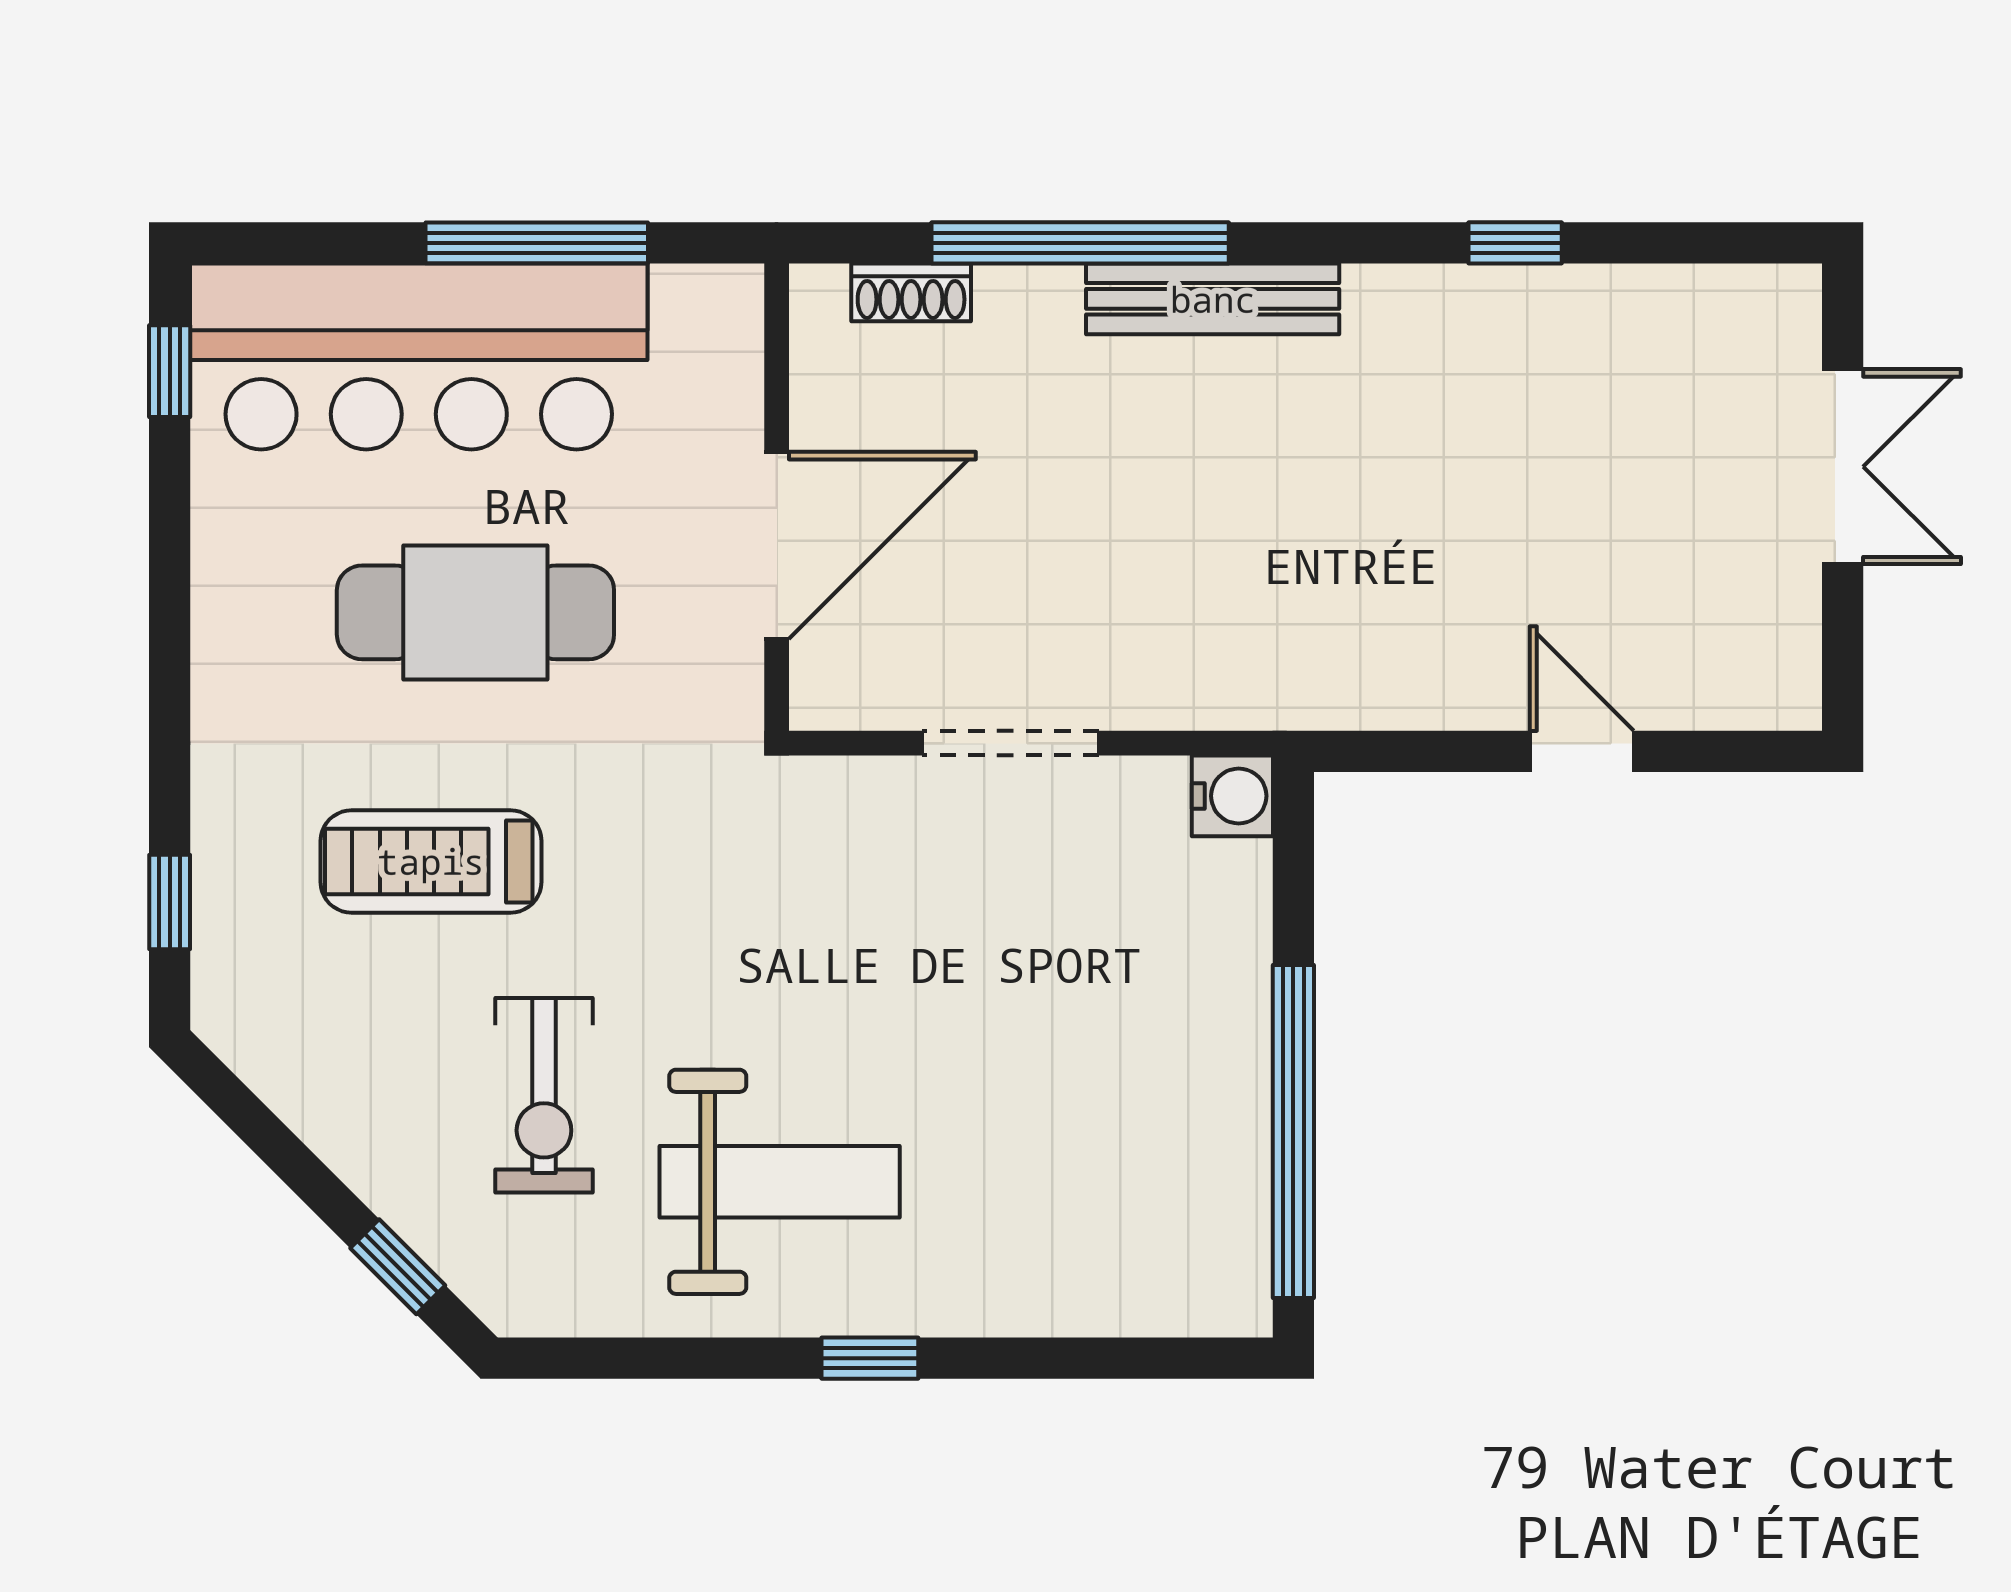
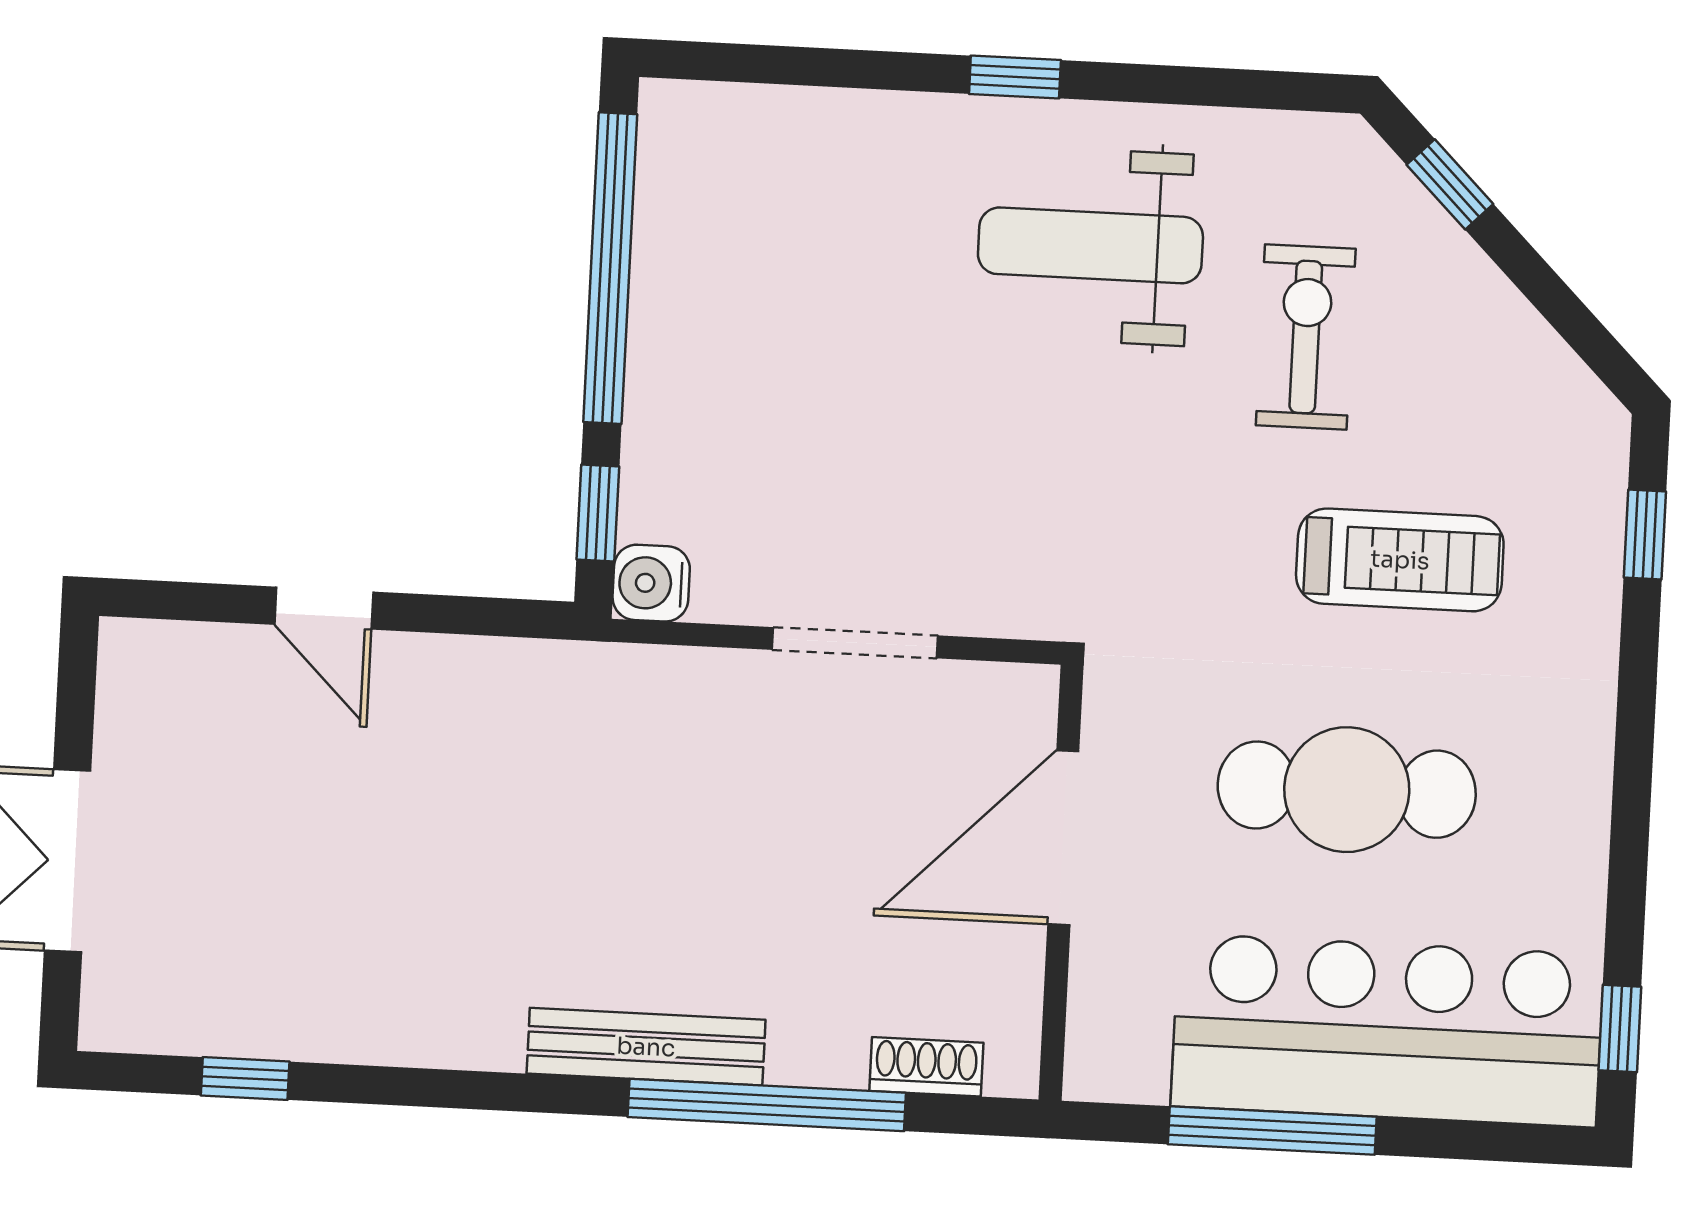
window: (1515, 243) -> (245, 1079), moved
window: (1293, 868) -> (598, 513), added

